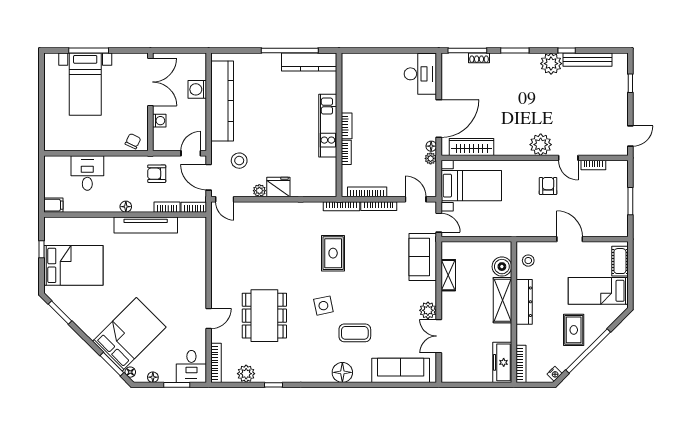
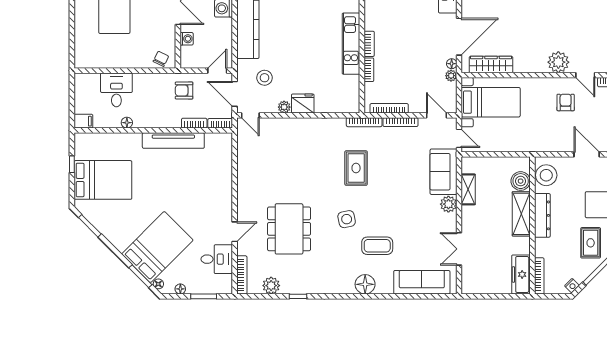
floor lamp: (126, 207) -> (127, 123), moved
stool: (528, 261) -> (546, 175), width x1.89, depth x1.89
plant: (428, 310) -> (448, 204), moved
desk: (191, 366) -> (217, 259), moved, turned -90

